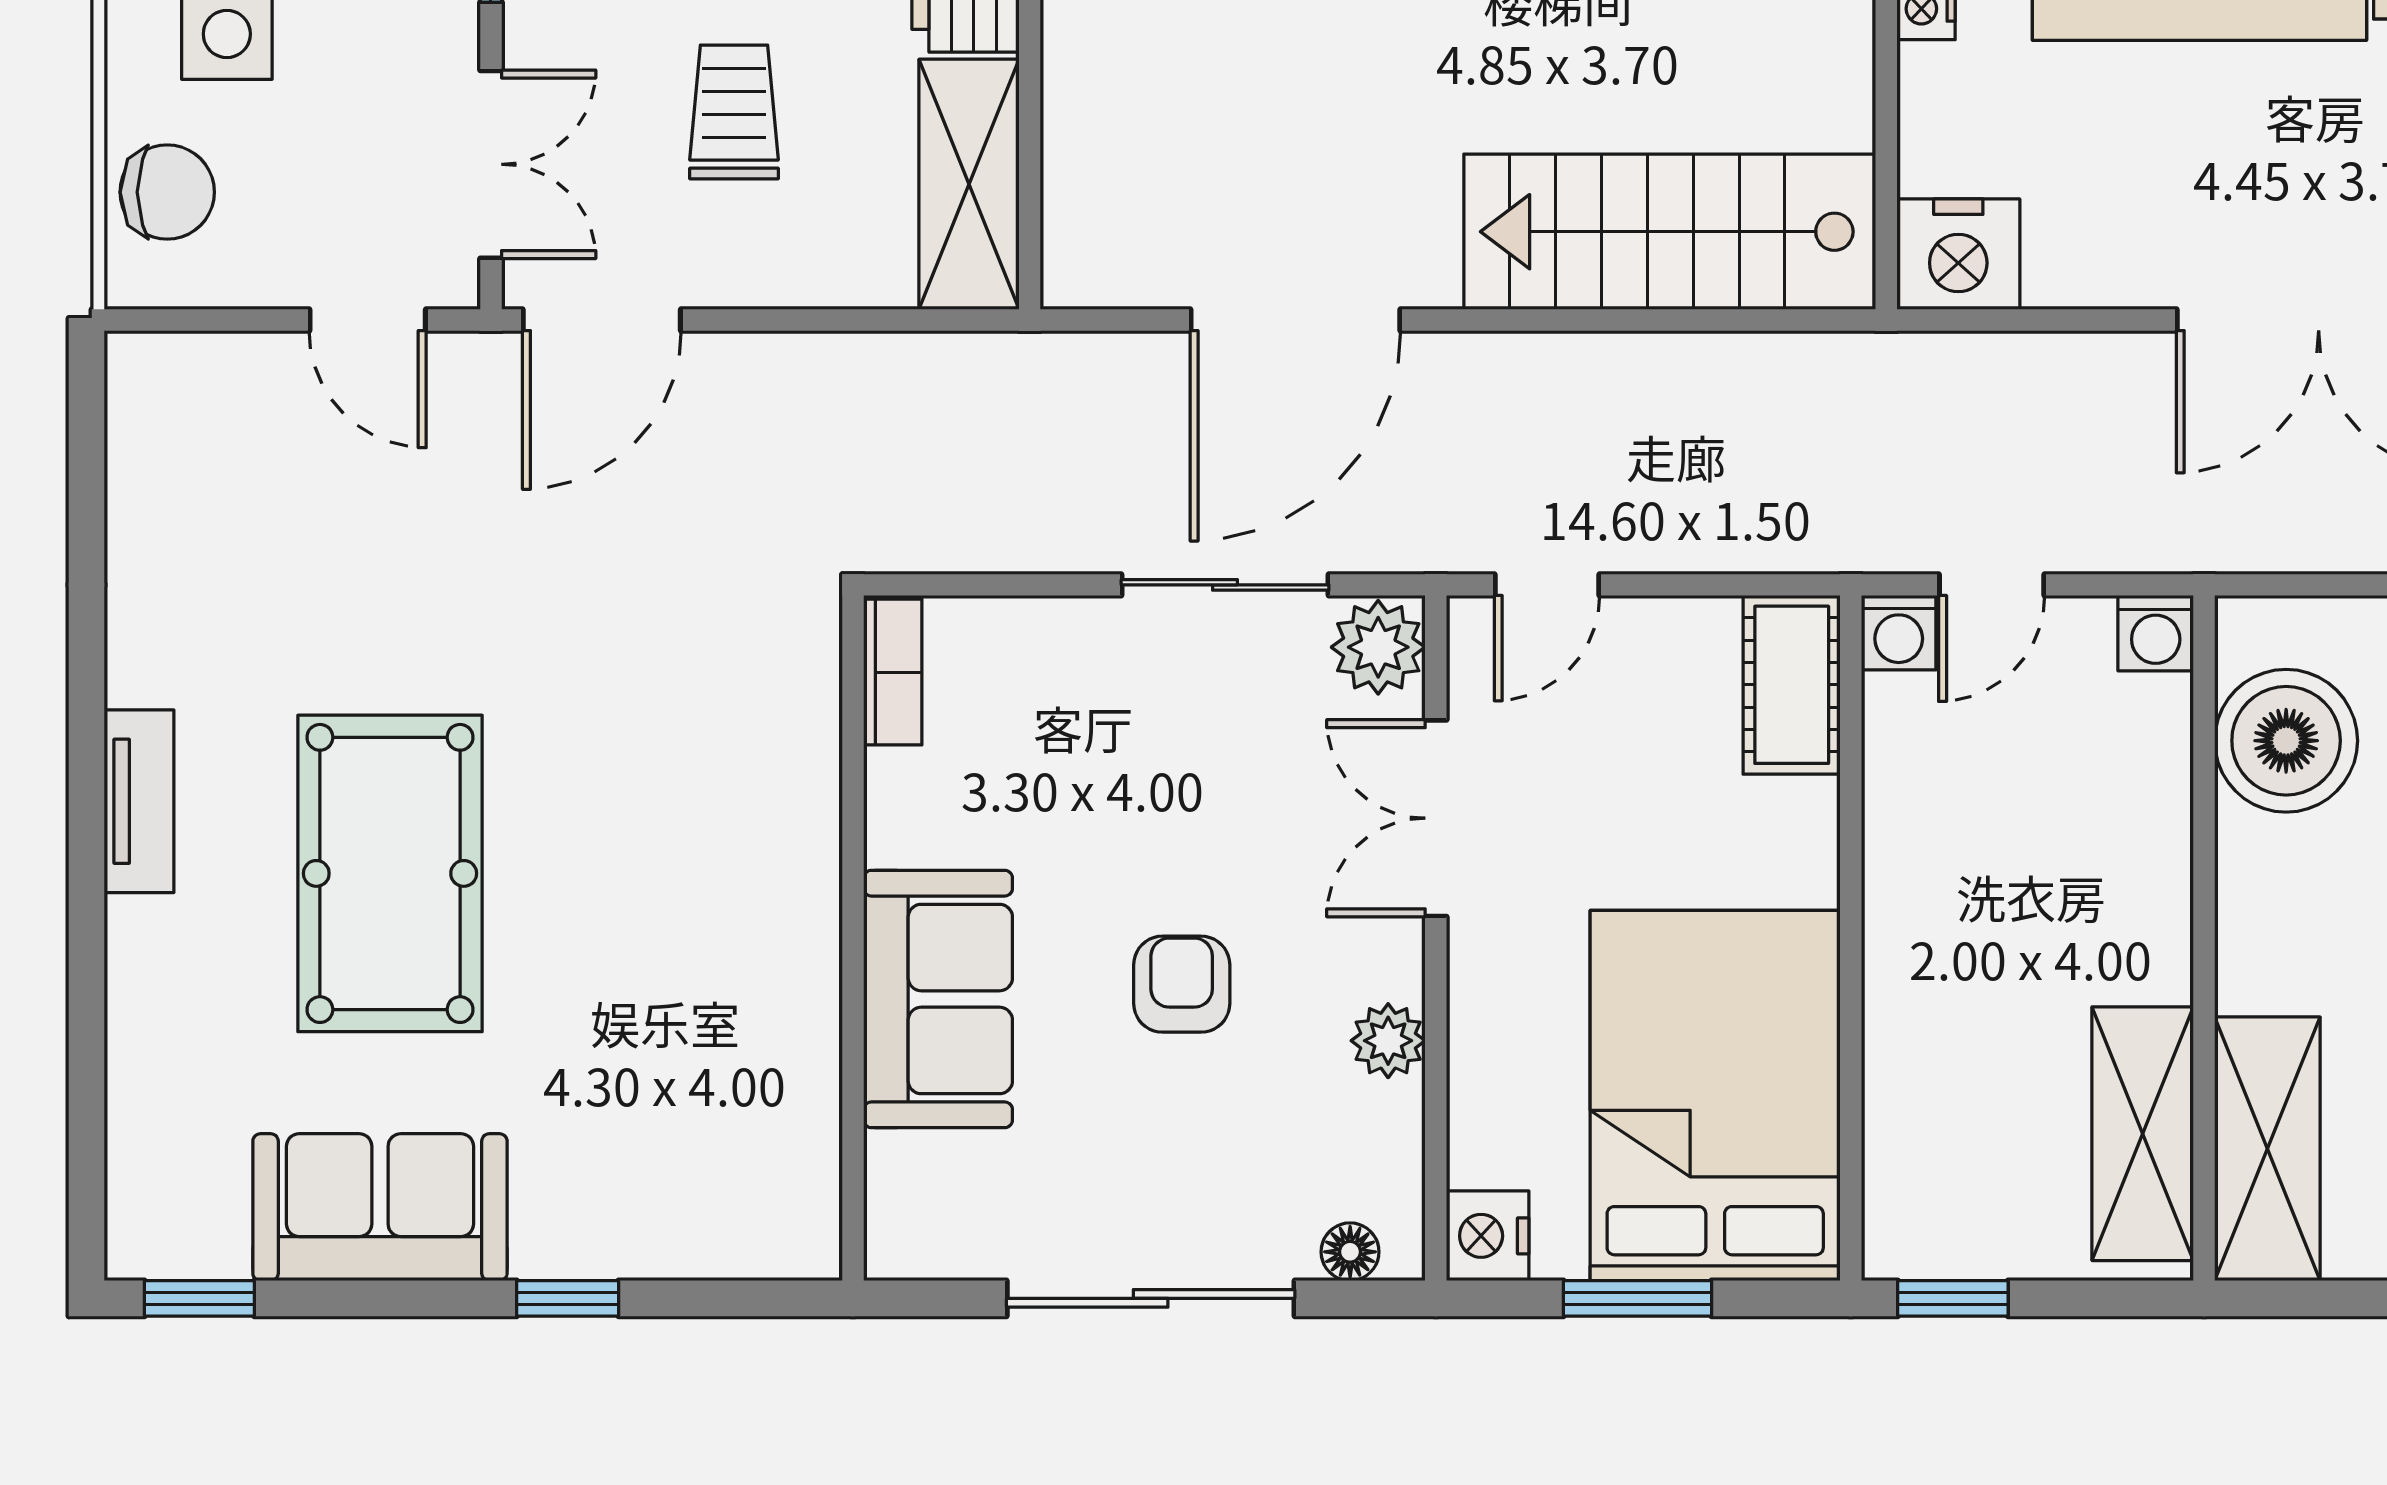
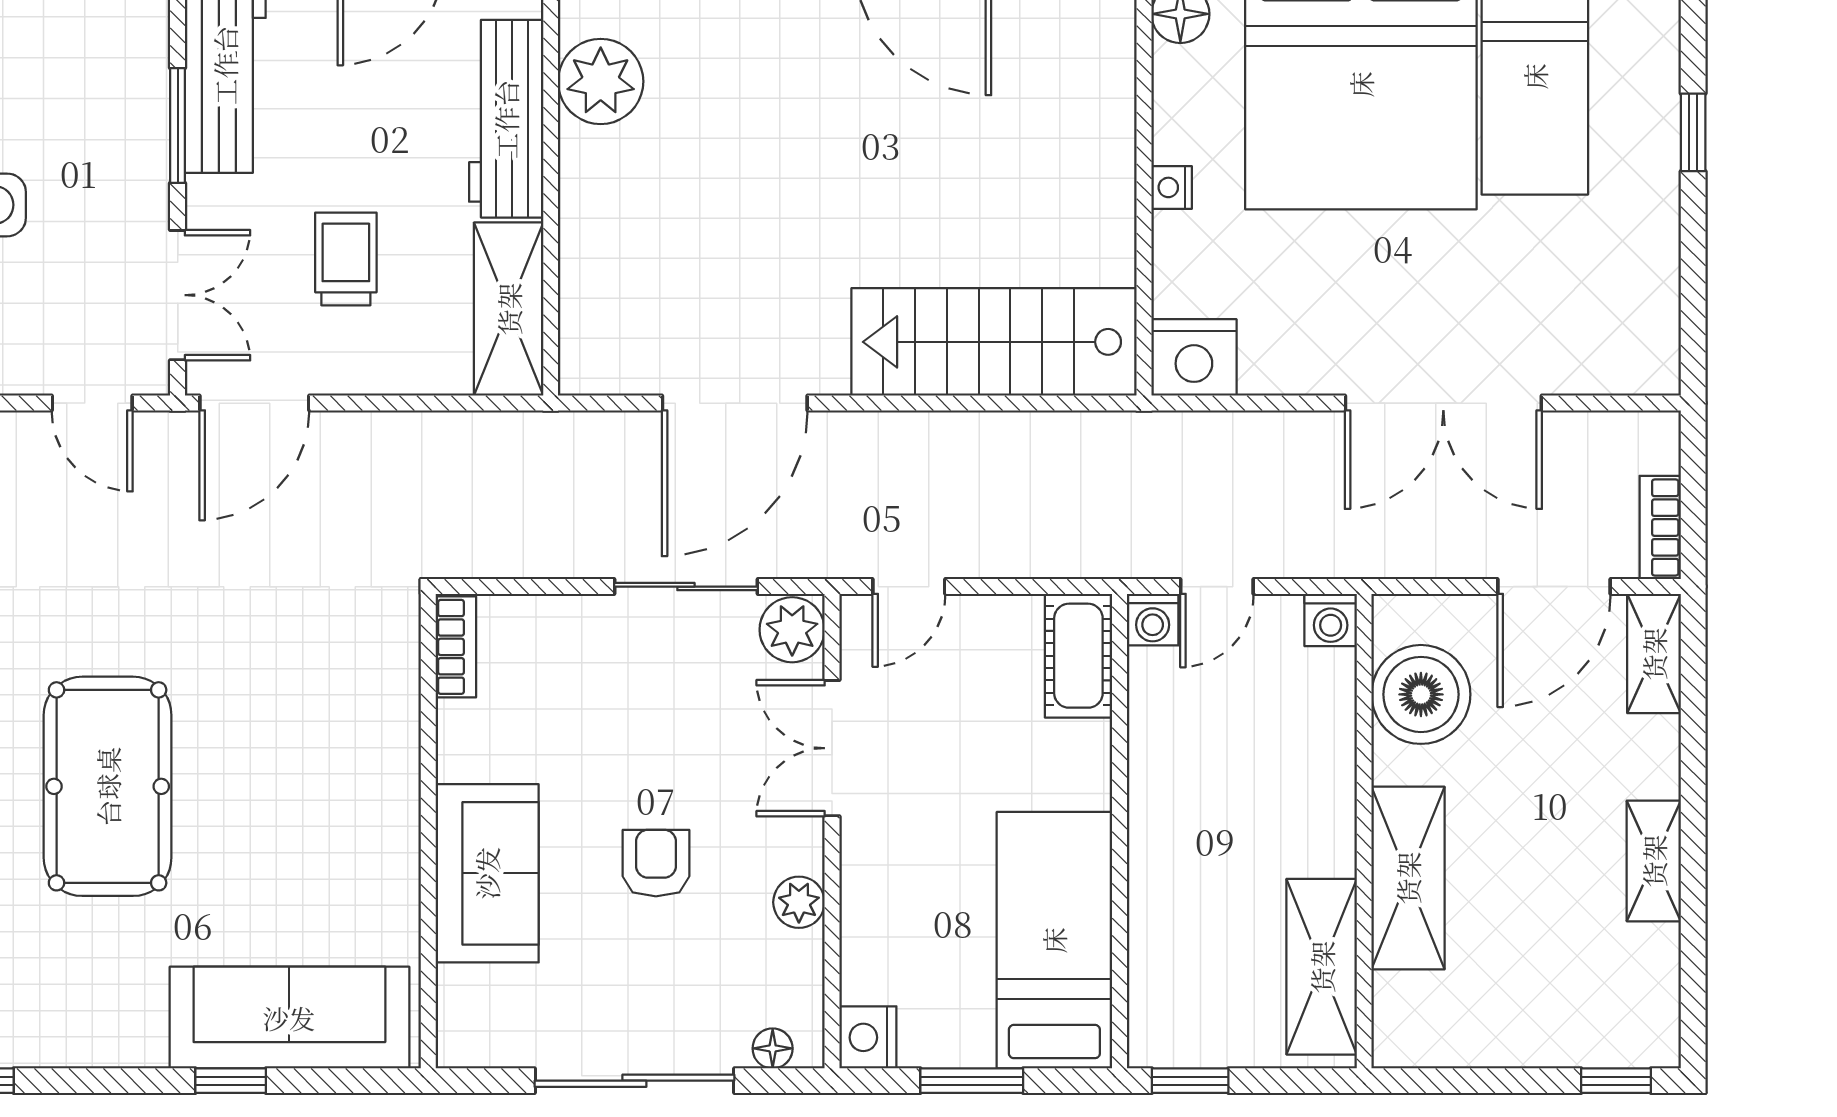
bed: (1715, 1095) -> (1054, 940), width x0.67
shelving: (2267, 1149) -> (1408, 878), moved
sofa: (380, 1207) -> (289, 1018), moved, width x1.36

